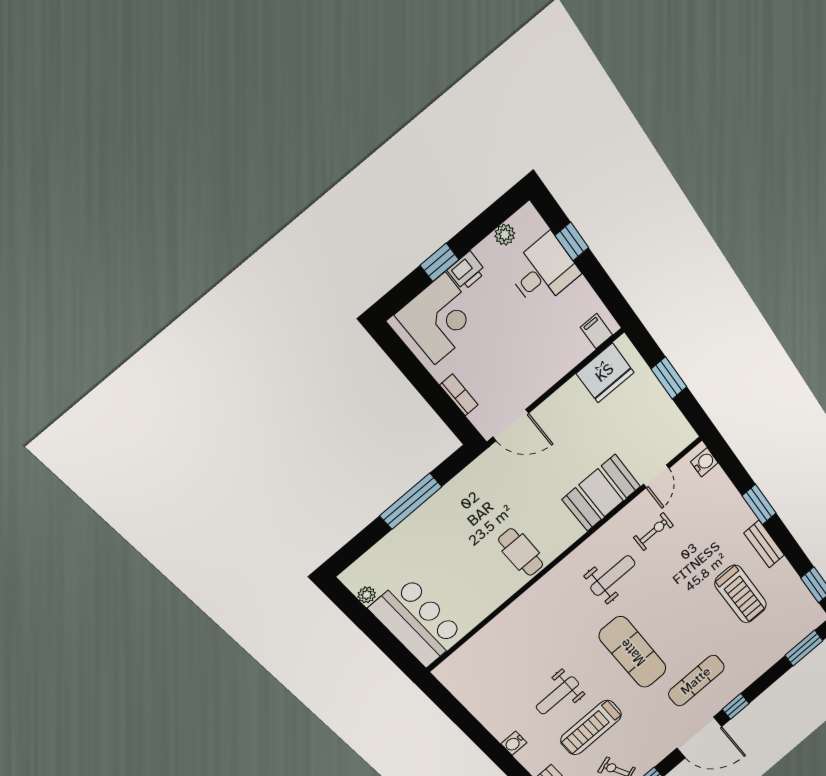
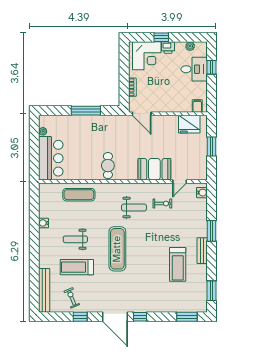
exercise mat: (696, 681) -> (79, 195), moved
water cooler: (514, 743) -> (44, 223), moved

